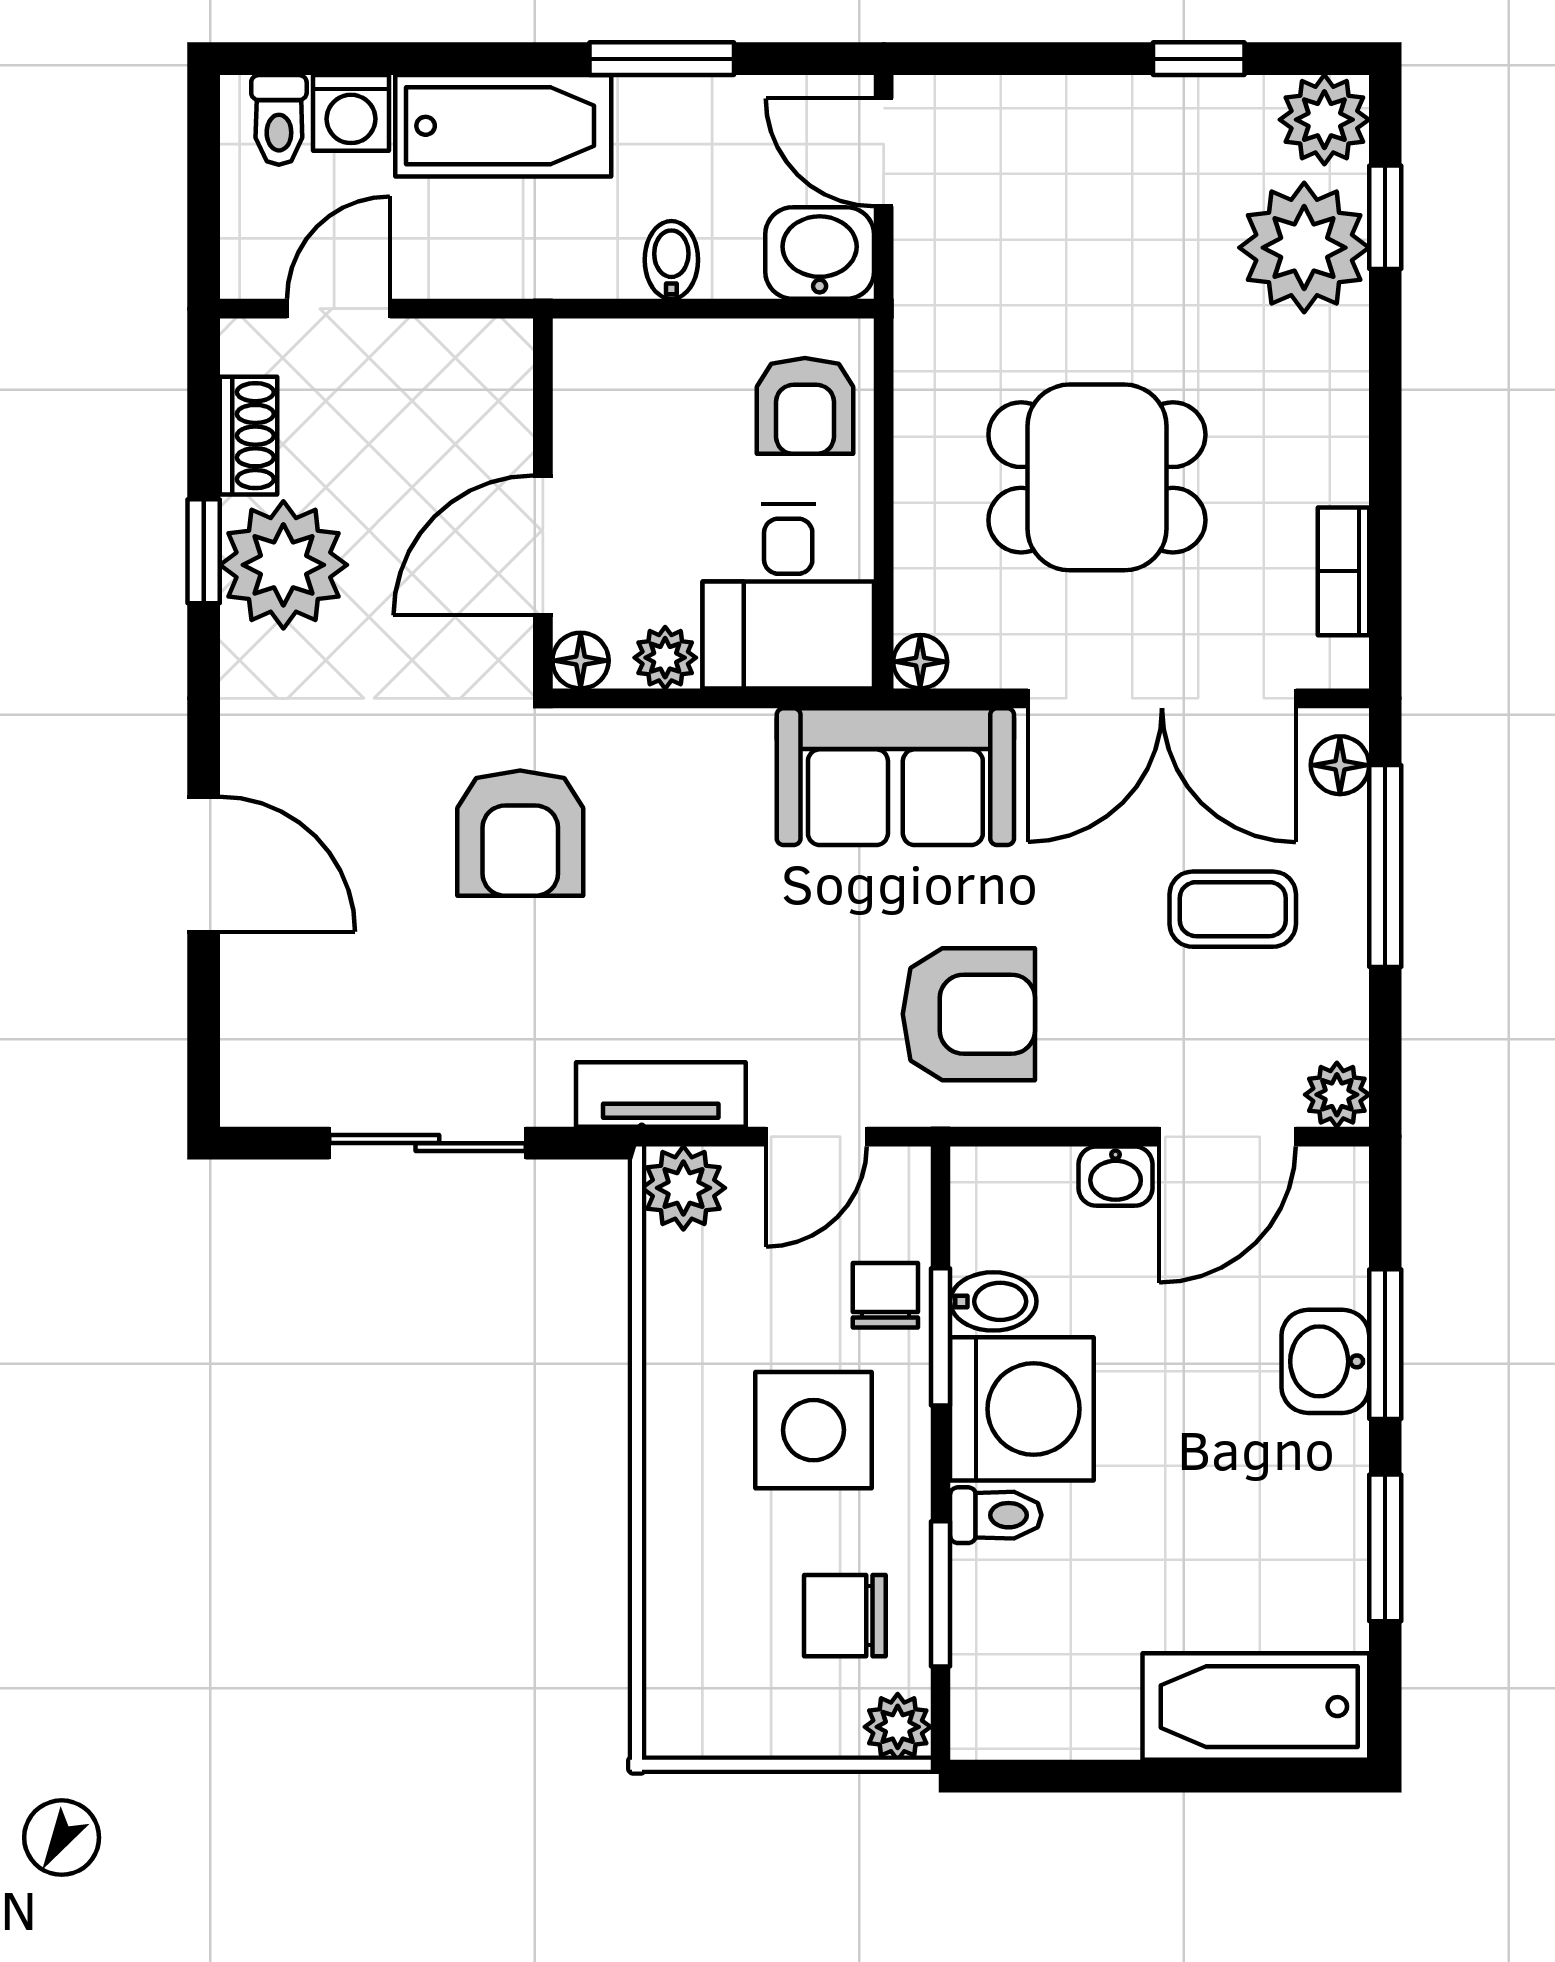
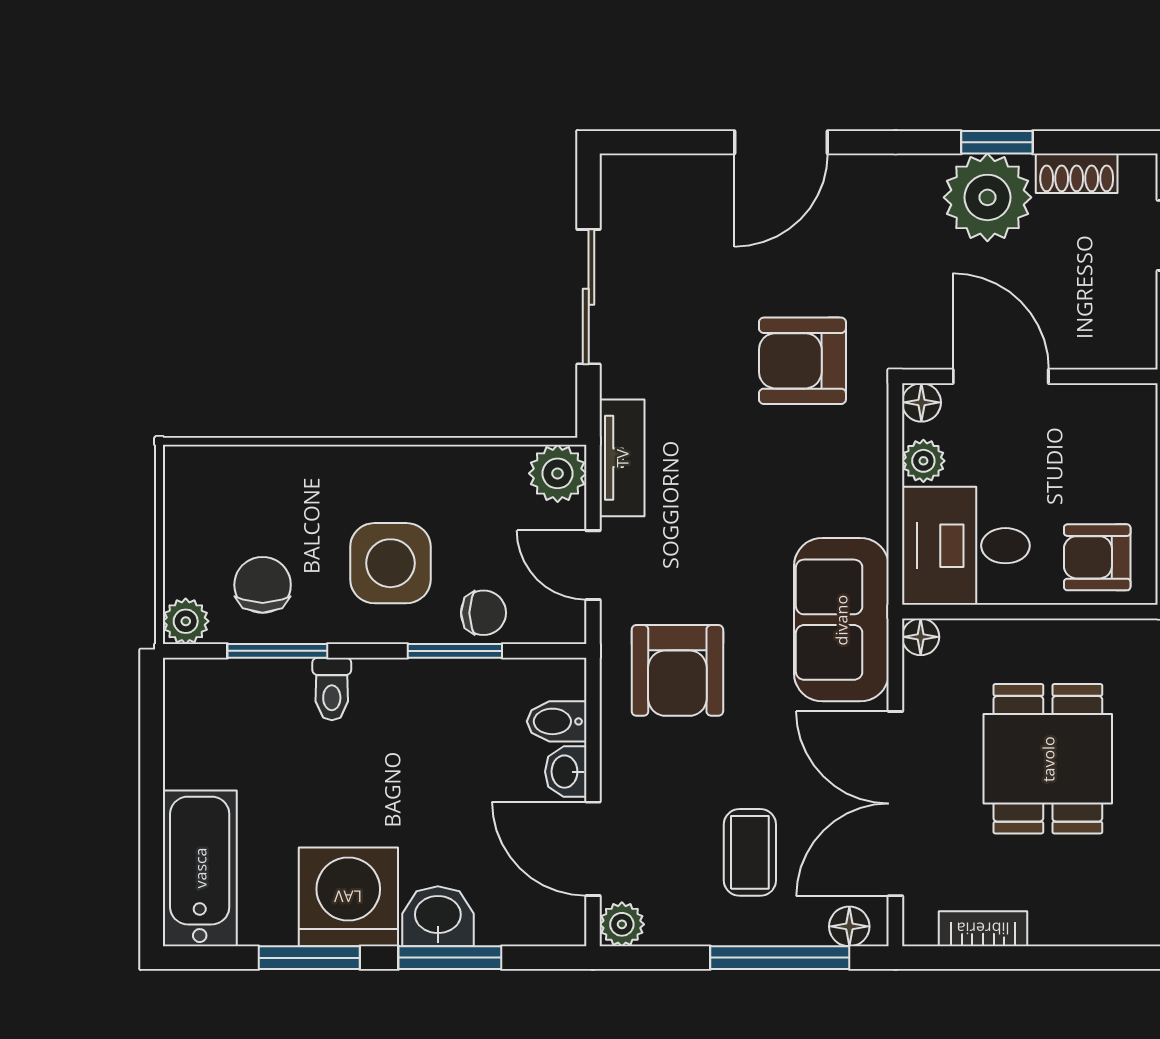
bidet: (993, 1301) -> (557, 721), moved, turned 90
washing machine: (1022, 1409) -> (348, 897), moved, turned 180

